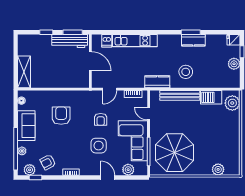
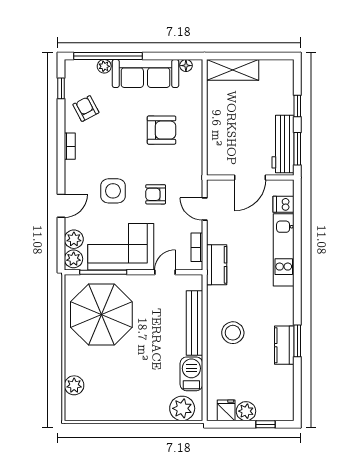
fridge: (233, 40) -> (226, 410), moved
kitchen counter: (157, 82) -> (217, 265), moved
sofa: (26, 126) -> (145, 73), width x1.36
plant: (30, 170) -> (74, 259), moved

